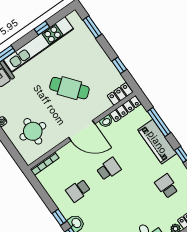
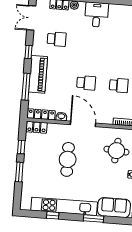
window: (92, 27) -> (19, 172), moved
cafe table: (69, 88) -> (68, 159), turned 39
school desk: (109, 169) -> (86, 83), turned 180
school desk: (166, 186) -> (57, 39), turned -90

